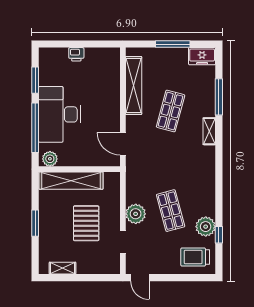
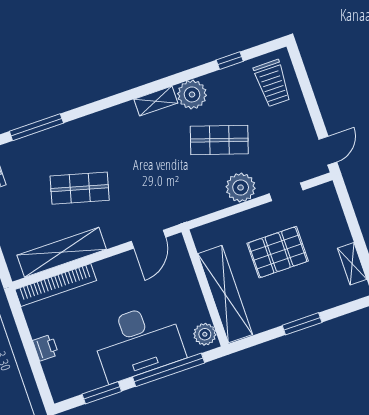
bookcase: (114, 74) -> (56, 285), added
shelving: (209, 131) -> (156, 101), moved
shop shelf: (171, 211) -> (219, 140), turned 33
plant: (206, 227) -> (192, 94), moved

